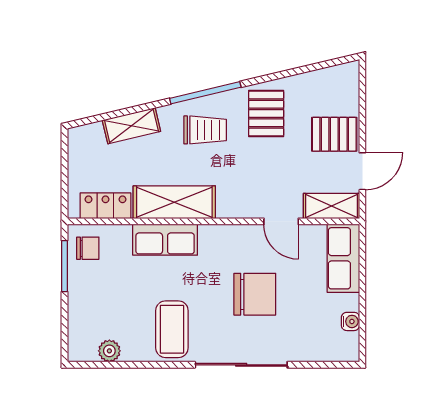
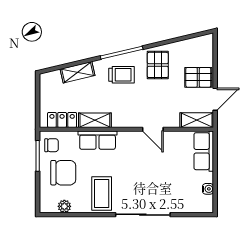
shelving: (174, 202) -> (95, 120), width x0.67, depth x0.75
door: (281, 221) -> (153, 129), moved
chair: (255, 294) -> (63, 173), moved

